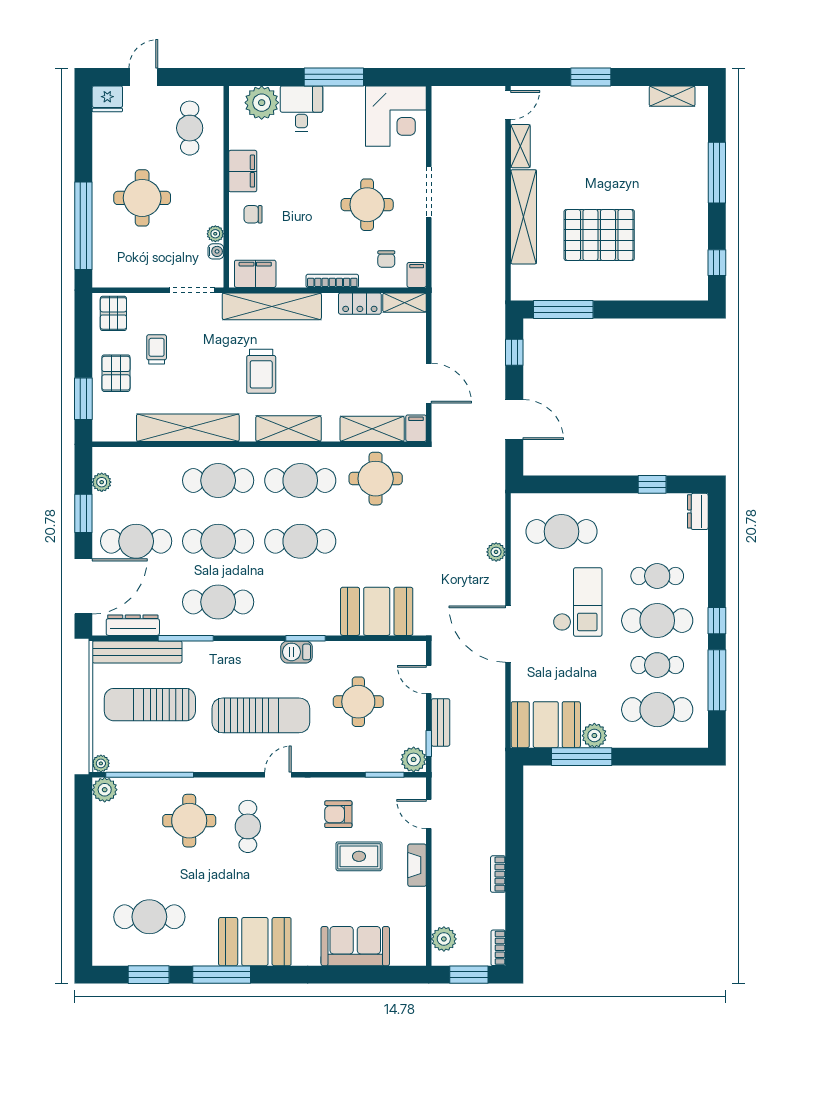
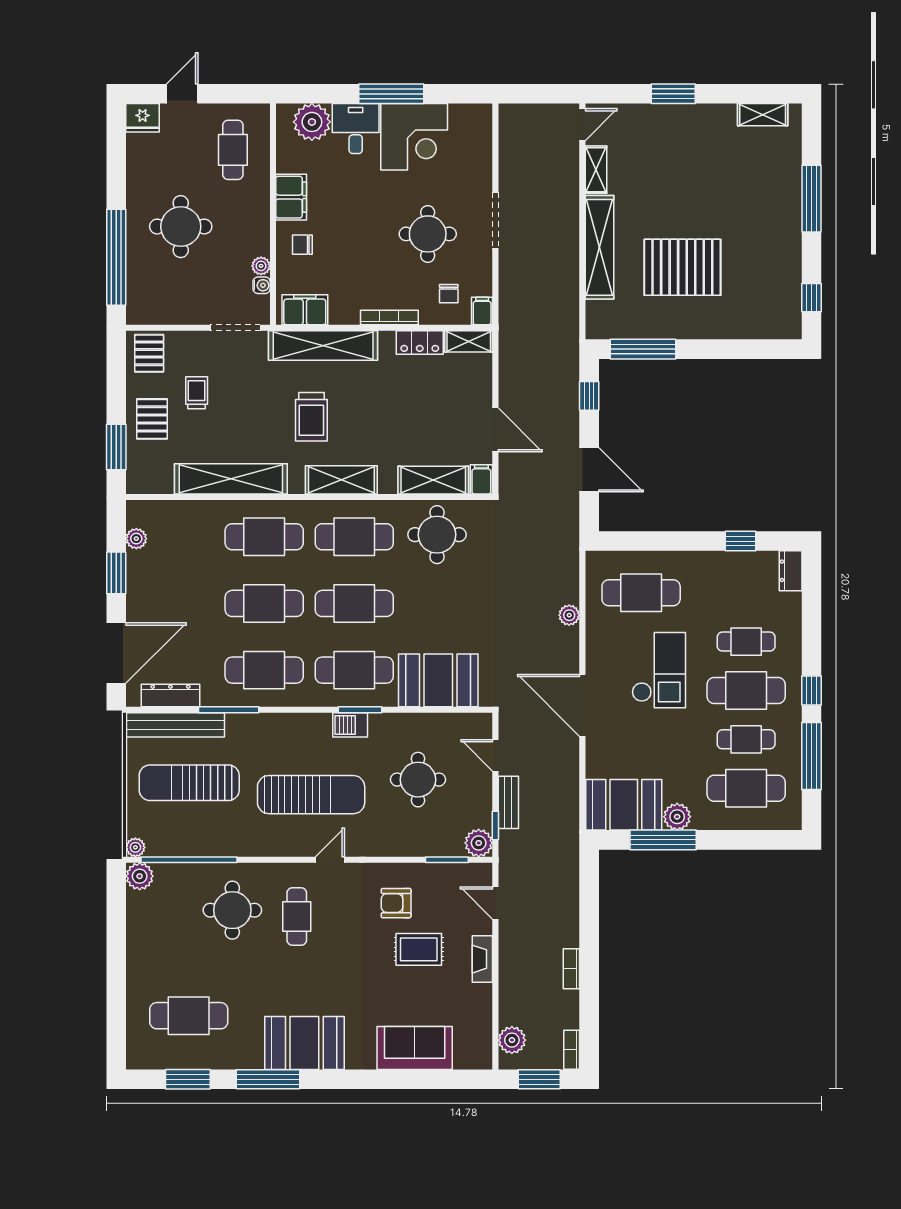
corner desk: (396, 116) -> (414, 137), moved
cafe table: (136, 541) -> (354, 670), moved

